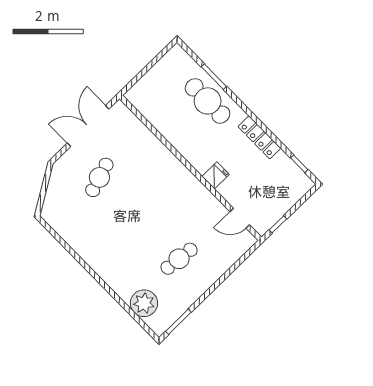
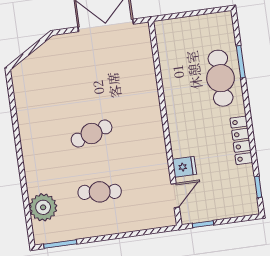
fridge: (216, 175) -> (184, 167), moved
cafe table: (99, 177) -> (92, 134), moved
door: (240, 218) -> (175, 196), swing flipped

